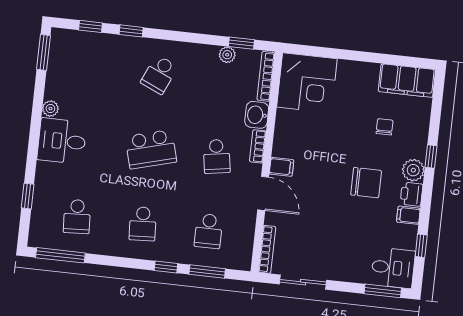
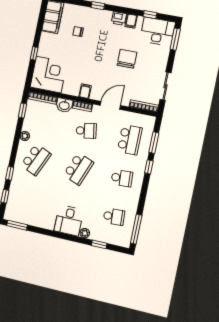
window: (342, 54) -> (34, 53), added
plant: (227, 55) -> (25, 136), moved
school desk: (159, 75) -> (36, 160), width x1.85
plant: (50, 109) -> (85, 233), moved
school desk: (151, 149) -> (78, 169), turned 36
filing cabinet: (282, 167) -> (85, 91), moved
plant: (413, 170) -> (105, 16), removed
chair: (366, 183) -> (127, 59), moved
school desk: (208, 231) -> (130, 140), width x1.85
desk: (393, 268) -> (158, 31), width x1.37

